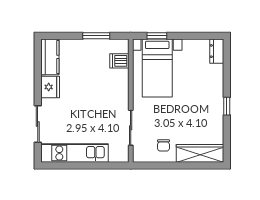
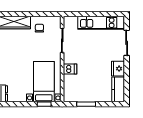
dishwasher: (119, 61) -> (70, 69), moved

